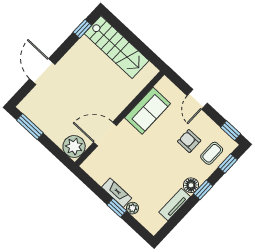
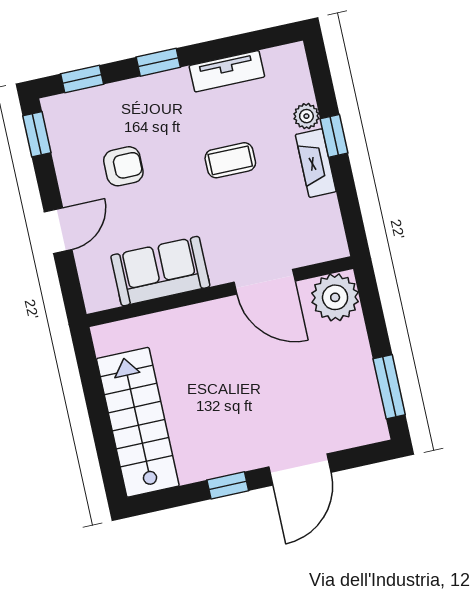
window: (82, 29) -> (228, 485), moved
armchair: (189, 141) -> (123, 166), turned -90
coffee table: (212, 153) -> (230, 160), moved
floor lamp: (191, 185) -> (174, 85), removed

